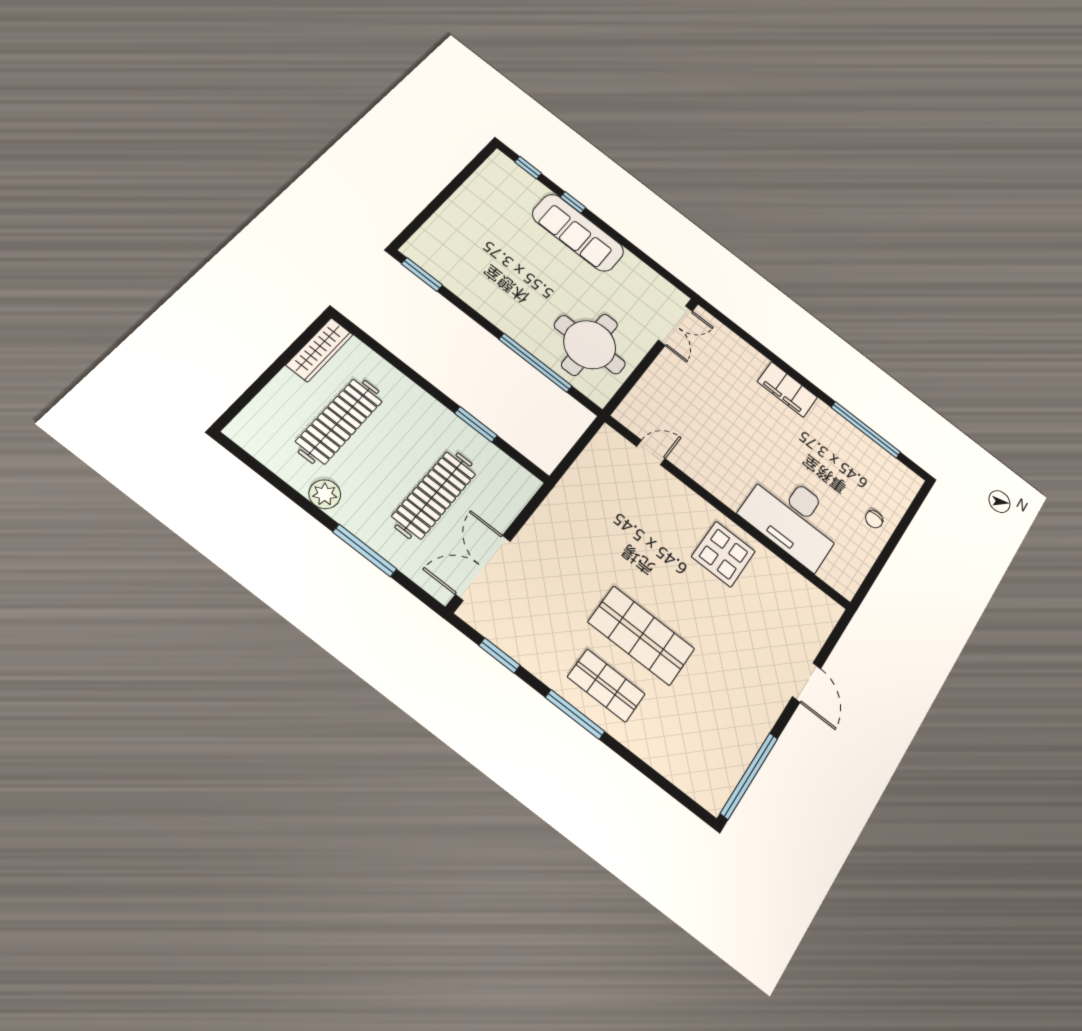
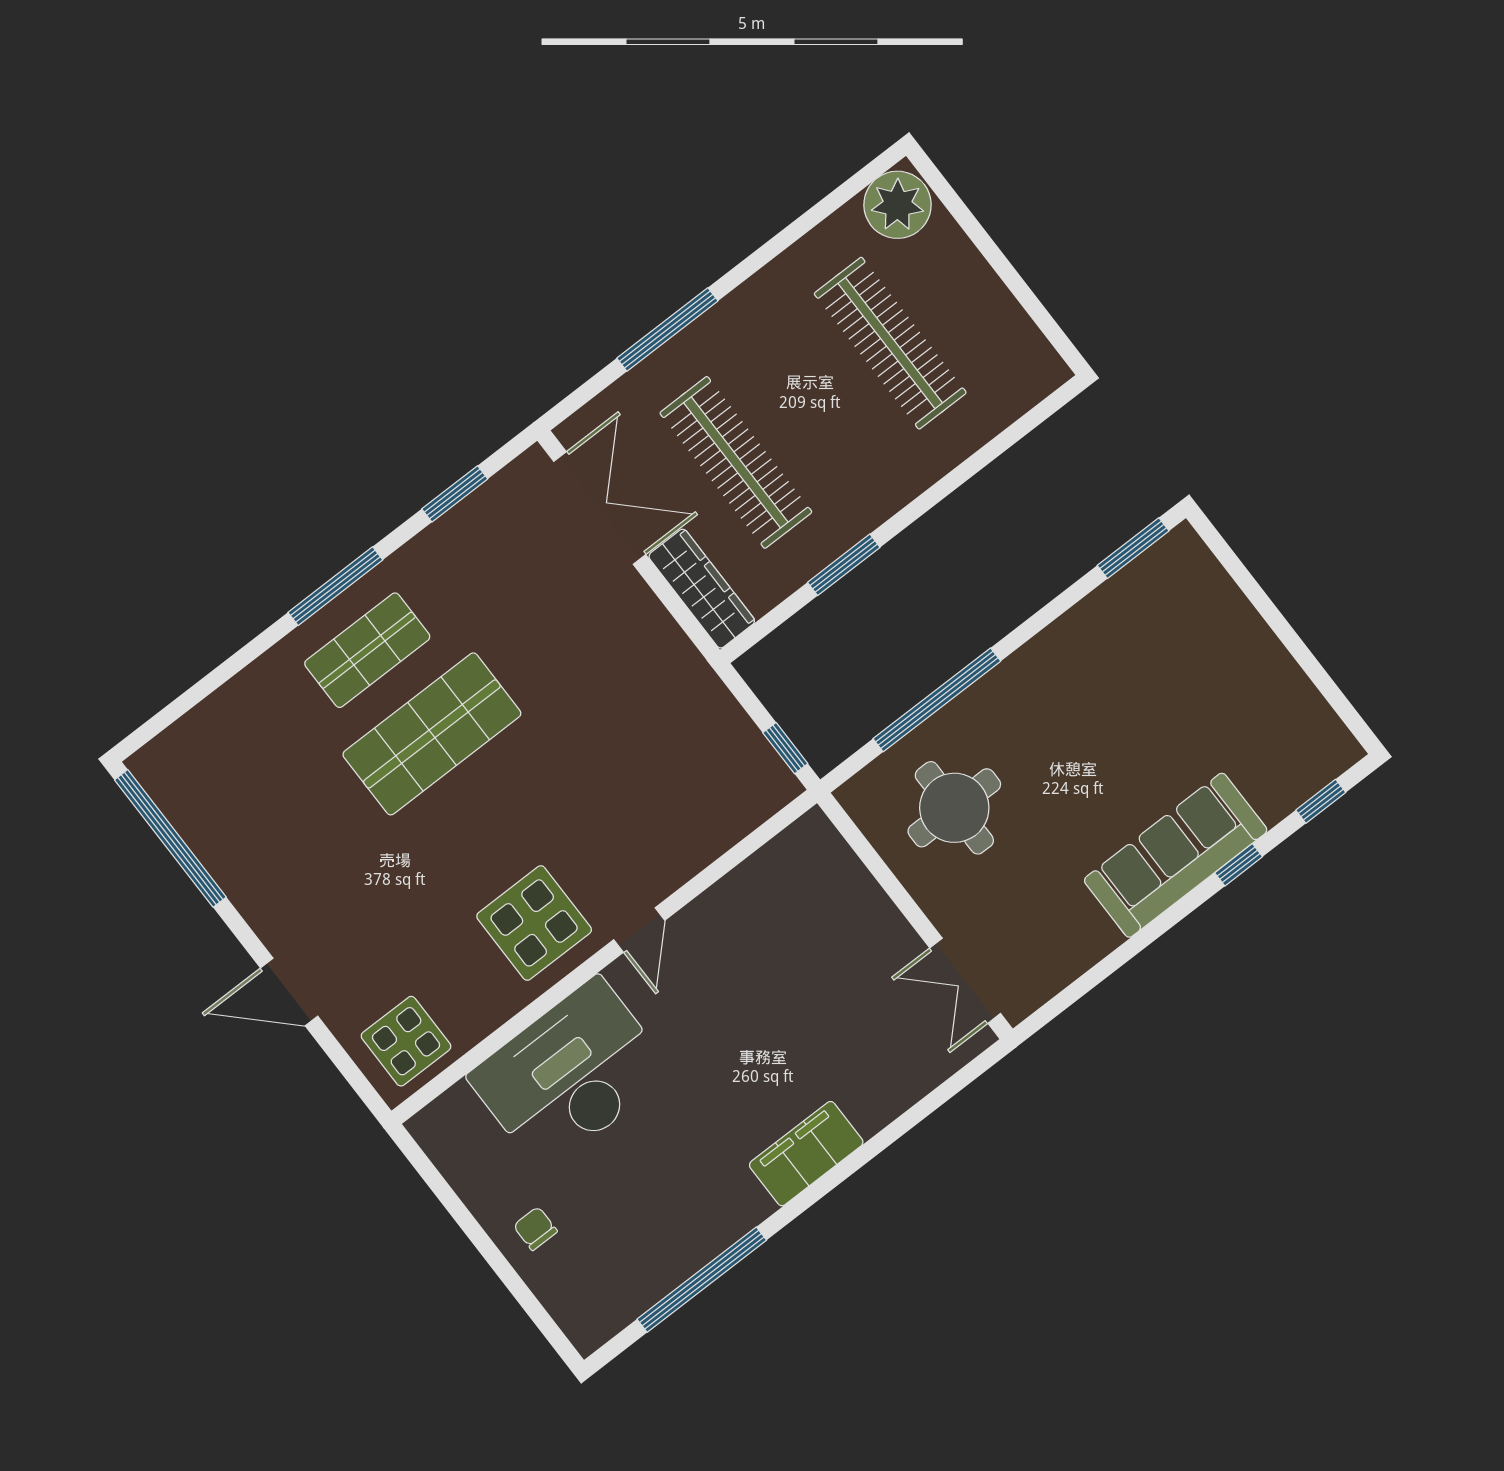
round table: (590, 345) -> (954, 808), width x0.73, depth x0.73
wardrobe: (320, 350) -> (702, 589), moved, turned 180
window: (586, 438) -> (785, 748), added
door: (651, 453) -> (639, 930), moved
plant: (325, 494) -> (898, 205), moved, width x1.36, depth x1.36
display table: (808, 610) -> (406, 1041), added

